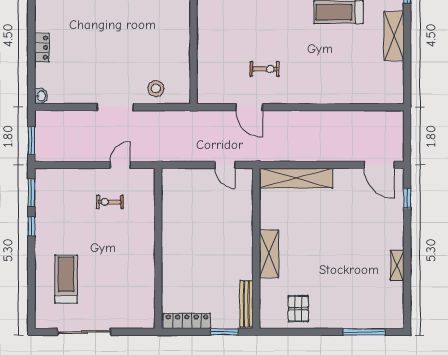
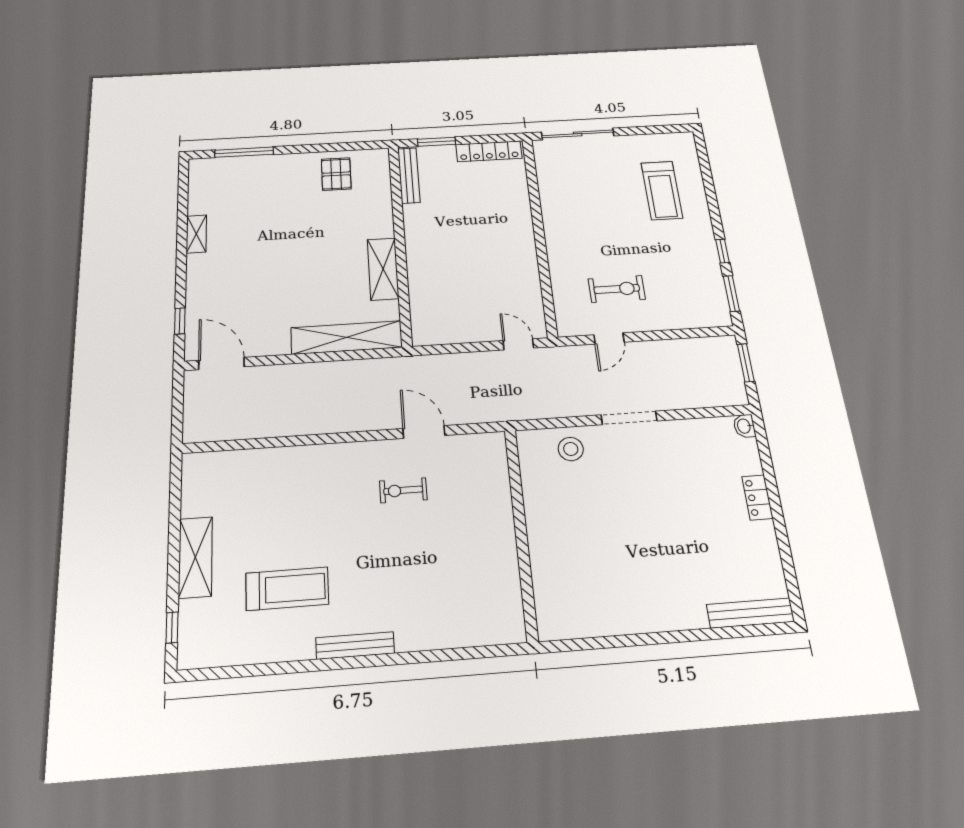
door: (225, 165) -> (518, 344), moved
exercise bike: (110, 202) -> (617, 289), width x1.38, depth x1.39
shelving: (269, 254) -> (383, 269), moved
sliding door: (84, 332) -> (578, 134), moved

